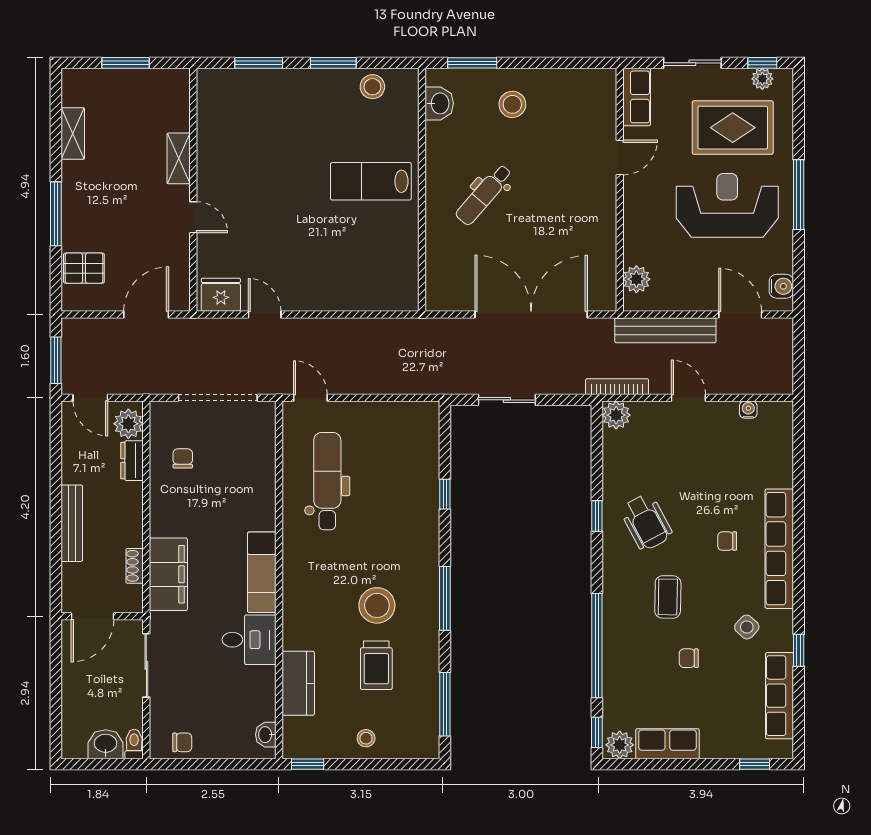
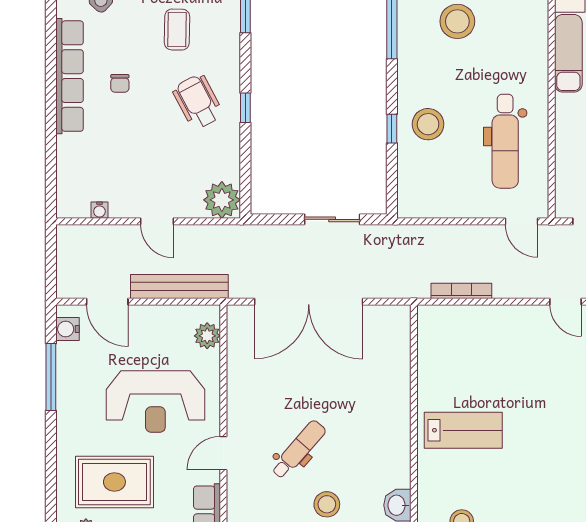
dental chair: (484, 195) -> (299, 450), moved
window: (799, 195) -> (51, 377), moved
reception desk: (727, 205) -> (155, 402), moved
bookcase: (617, 387) -> (461, 291), moved, turned 180
plant: (616, 415) -> (222, 200), width x1.36, depth x1.36
stool: (407, 499) -> (428, 124), added
chair: (727, 541) -> (120, 83), turned 90

